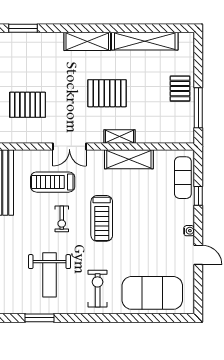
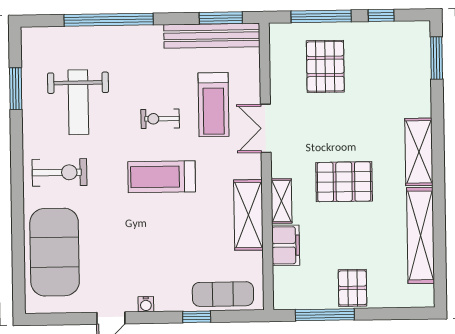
pallet: (180, 89) -> (353, 288), turned 90
pallet: (107, 93) -> (344, 182), turned 90
filing cabinet: (150, 134) -> (286, 245), added
treadmill: (53, 182) -> (214, 105), turned 180
weight bench: (49, 275) -> (78, 102), turned -90

